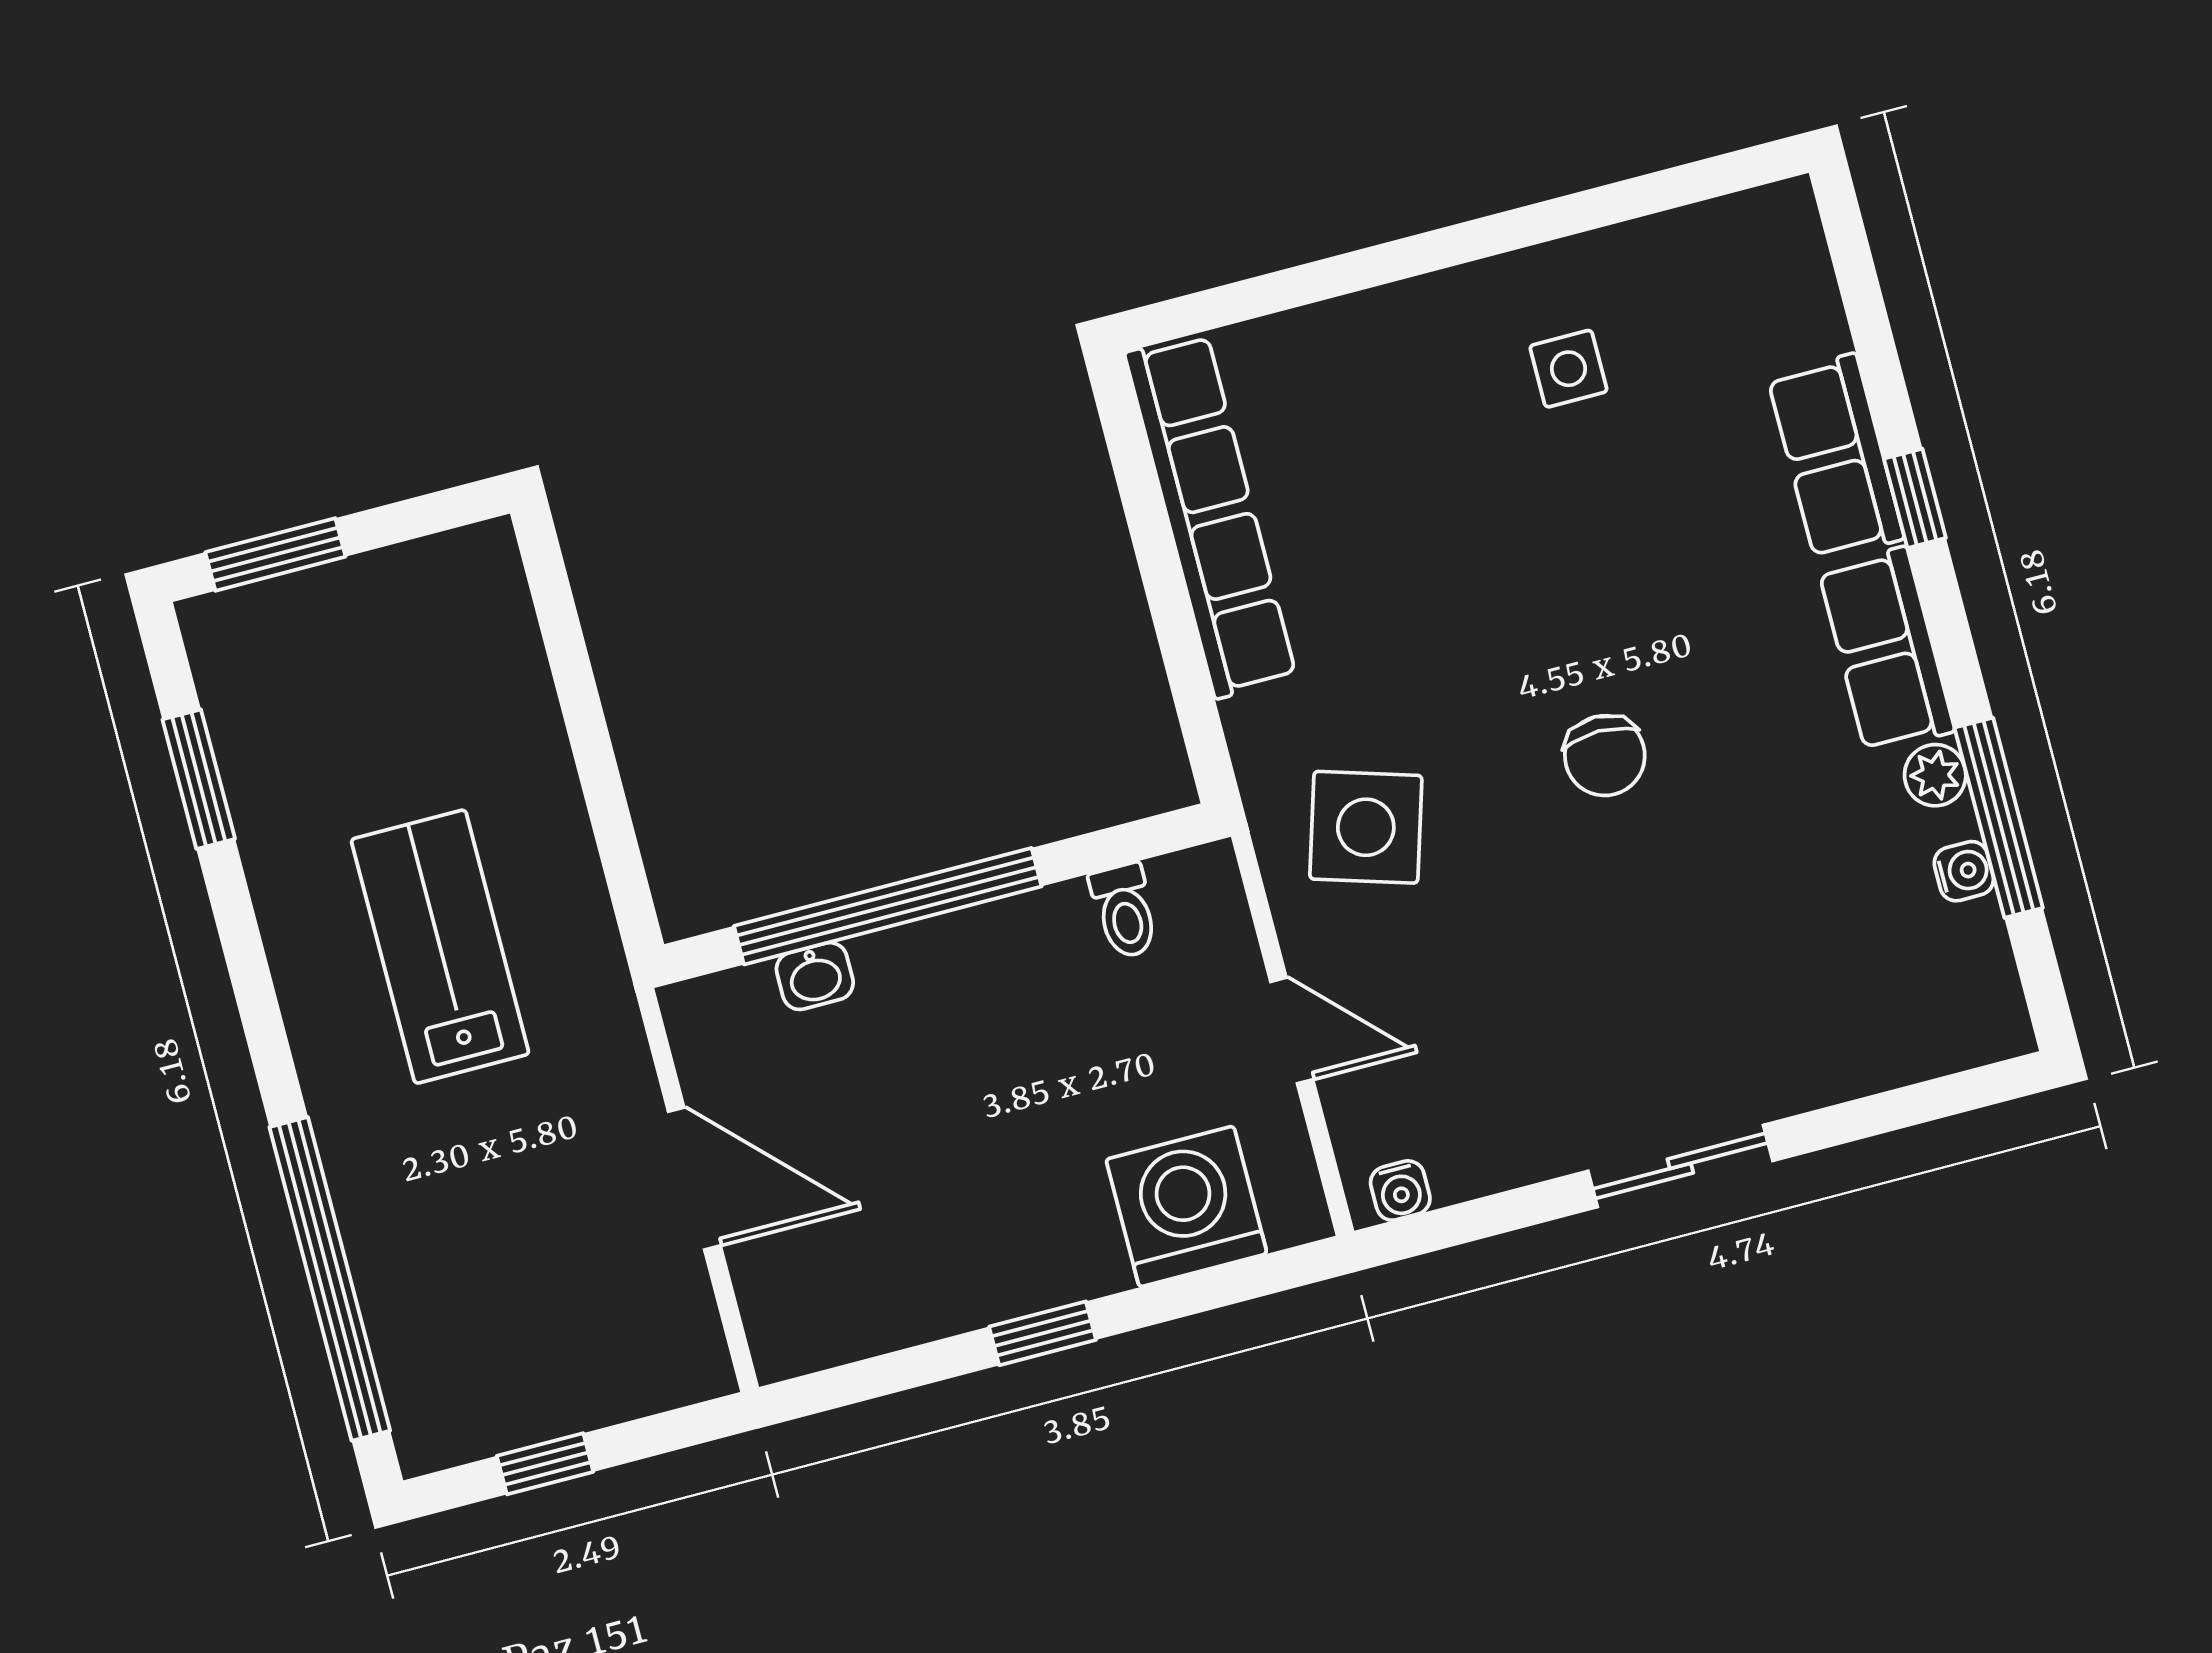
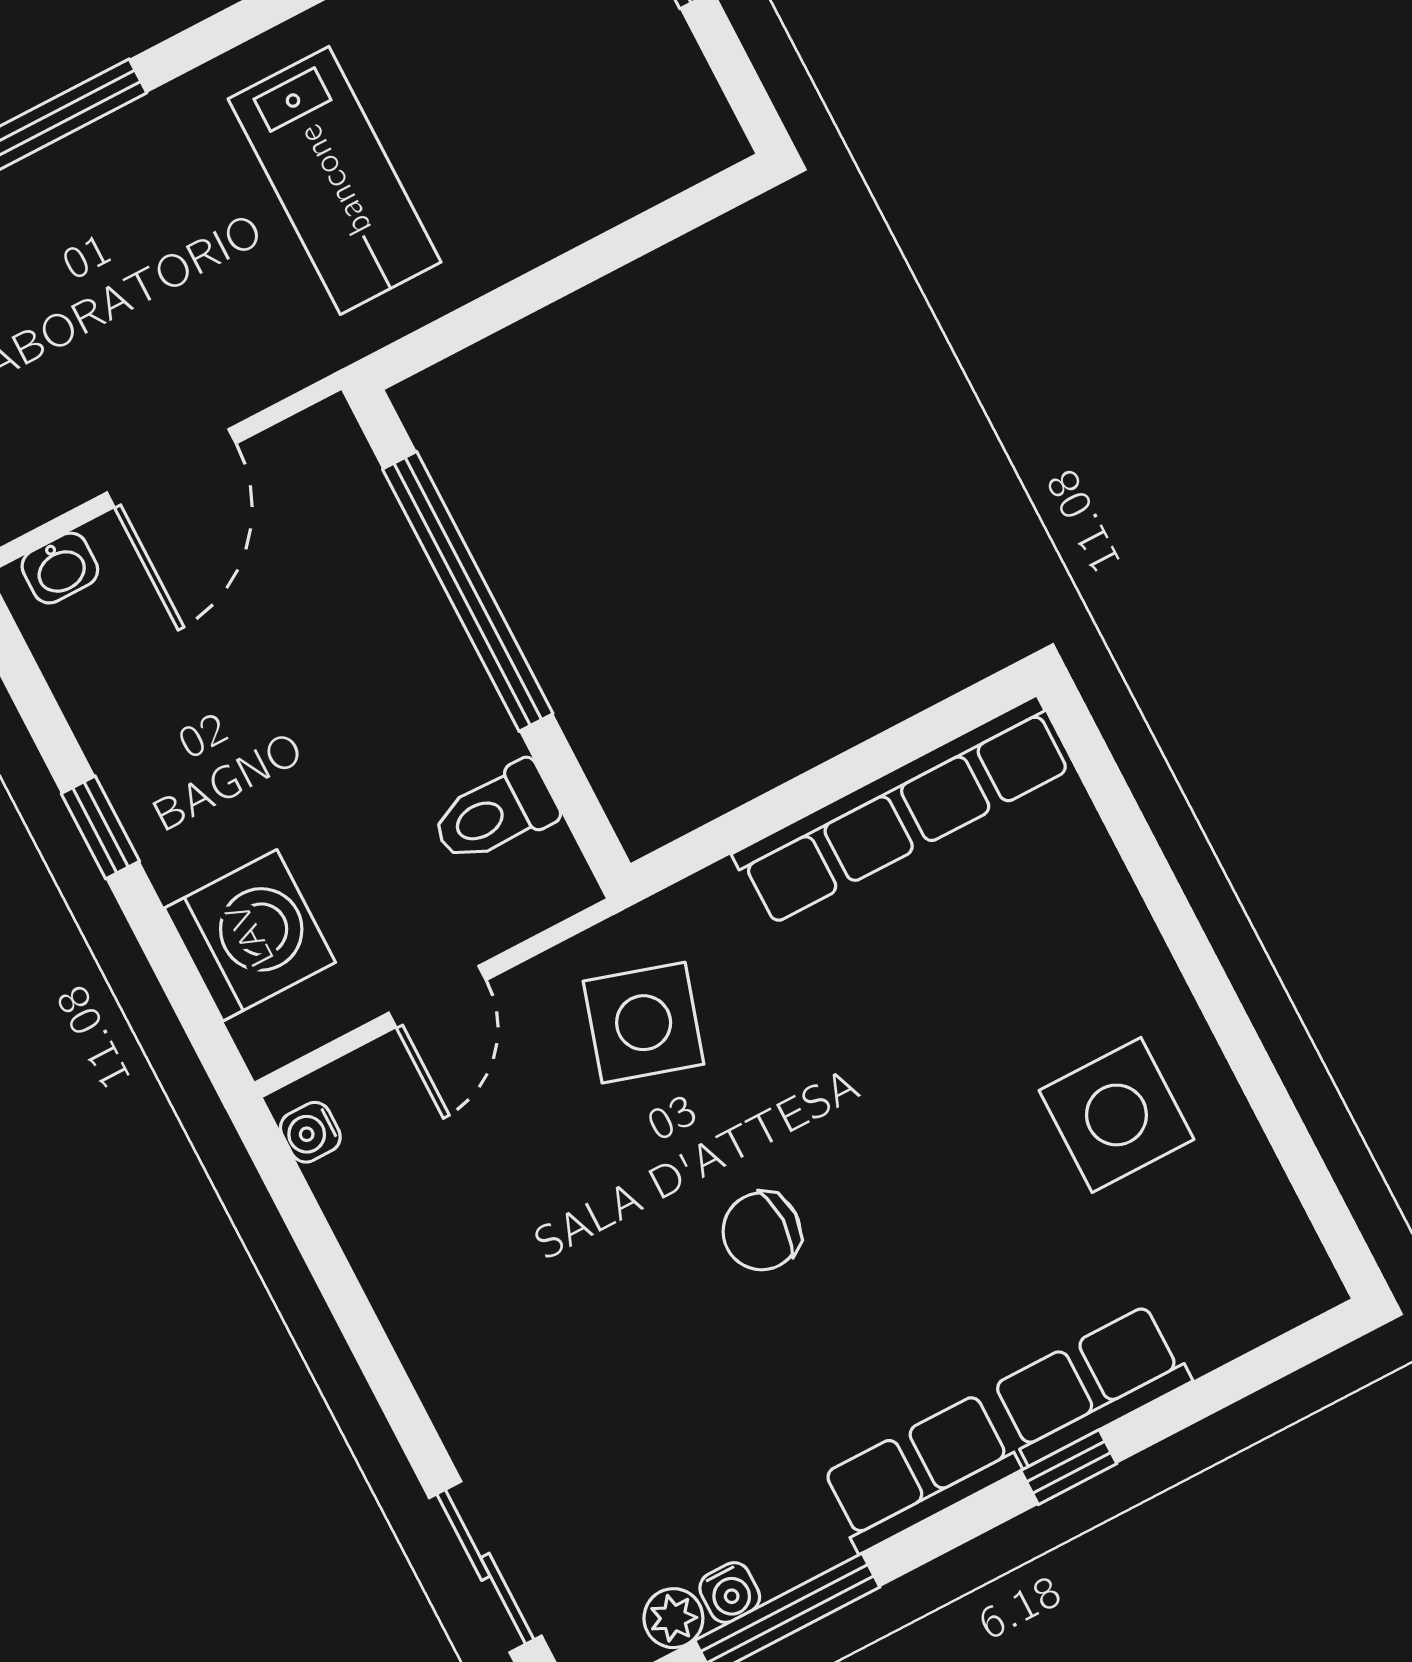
side table: (1568, 369) -> (1116, 1115), width x1.87, depth x1.87
plant: (1935, 775) -> (673, 1618), moved
toilet: (1124, 911) -> (495, 813), width x1.37, depth x1.39
lab bench: (440, 947) -> (335, 180), turned 90
washbasin: (815, 976) -> (60, 568), moved, turned -90
sliding door: (1680, 1166) -> (485, 1567), moved

